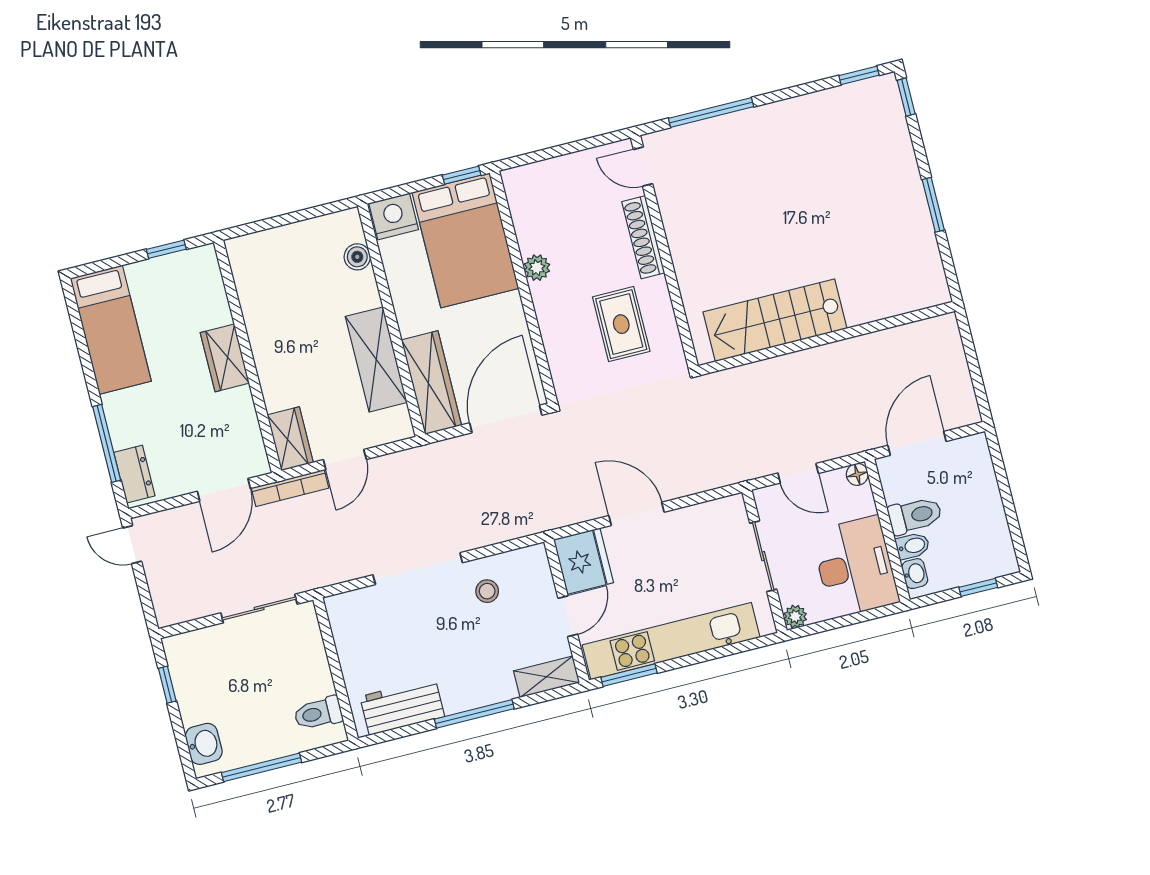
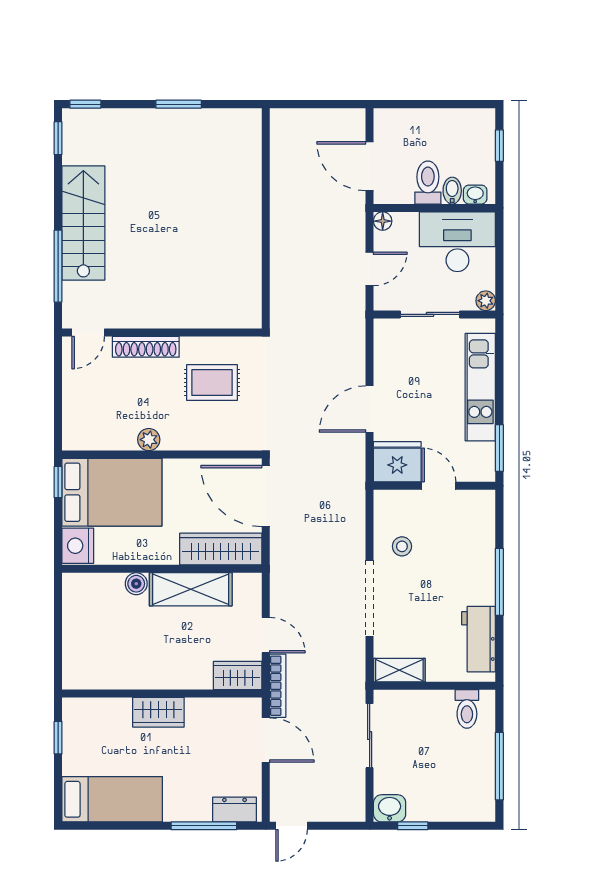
boiler: (357, 257) -> (136, 584), moved
stairs: (775, 320) -> (83, 223), moved, turned 180
kitchen unit: (671, 641) -> (480, 387), width x0.73
shelving: (547, 677) -> (399, 670), moved, turned 90
washbasin: (204, 744) -> (390, 808), moved

